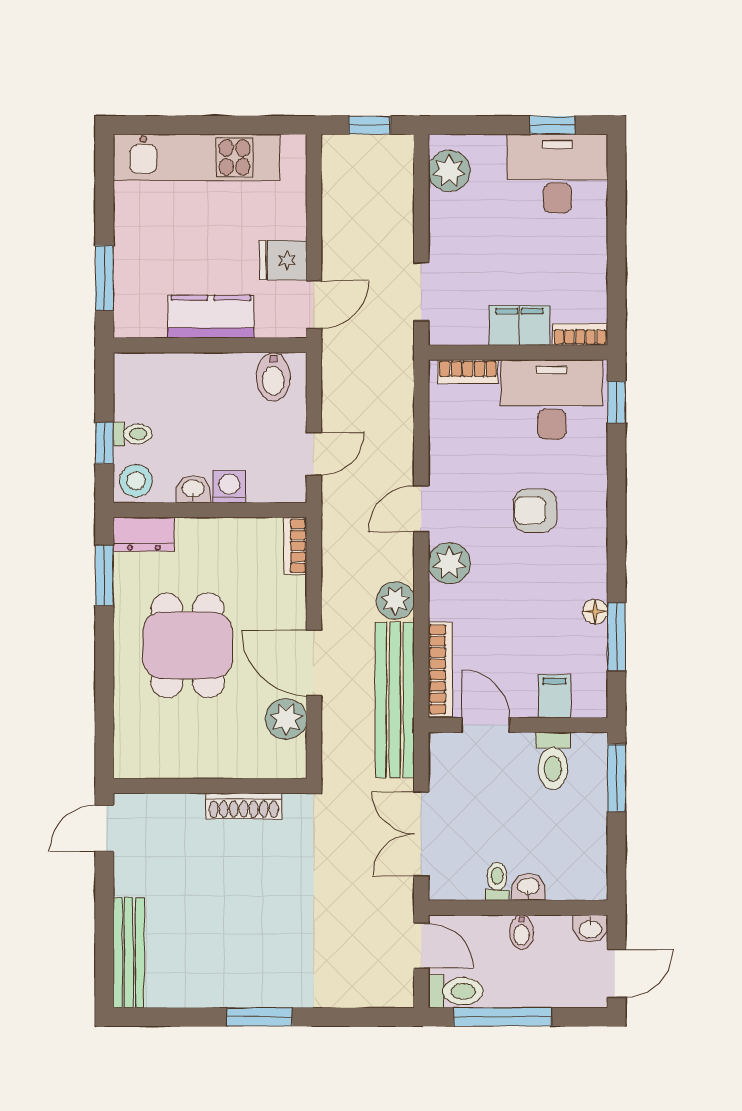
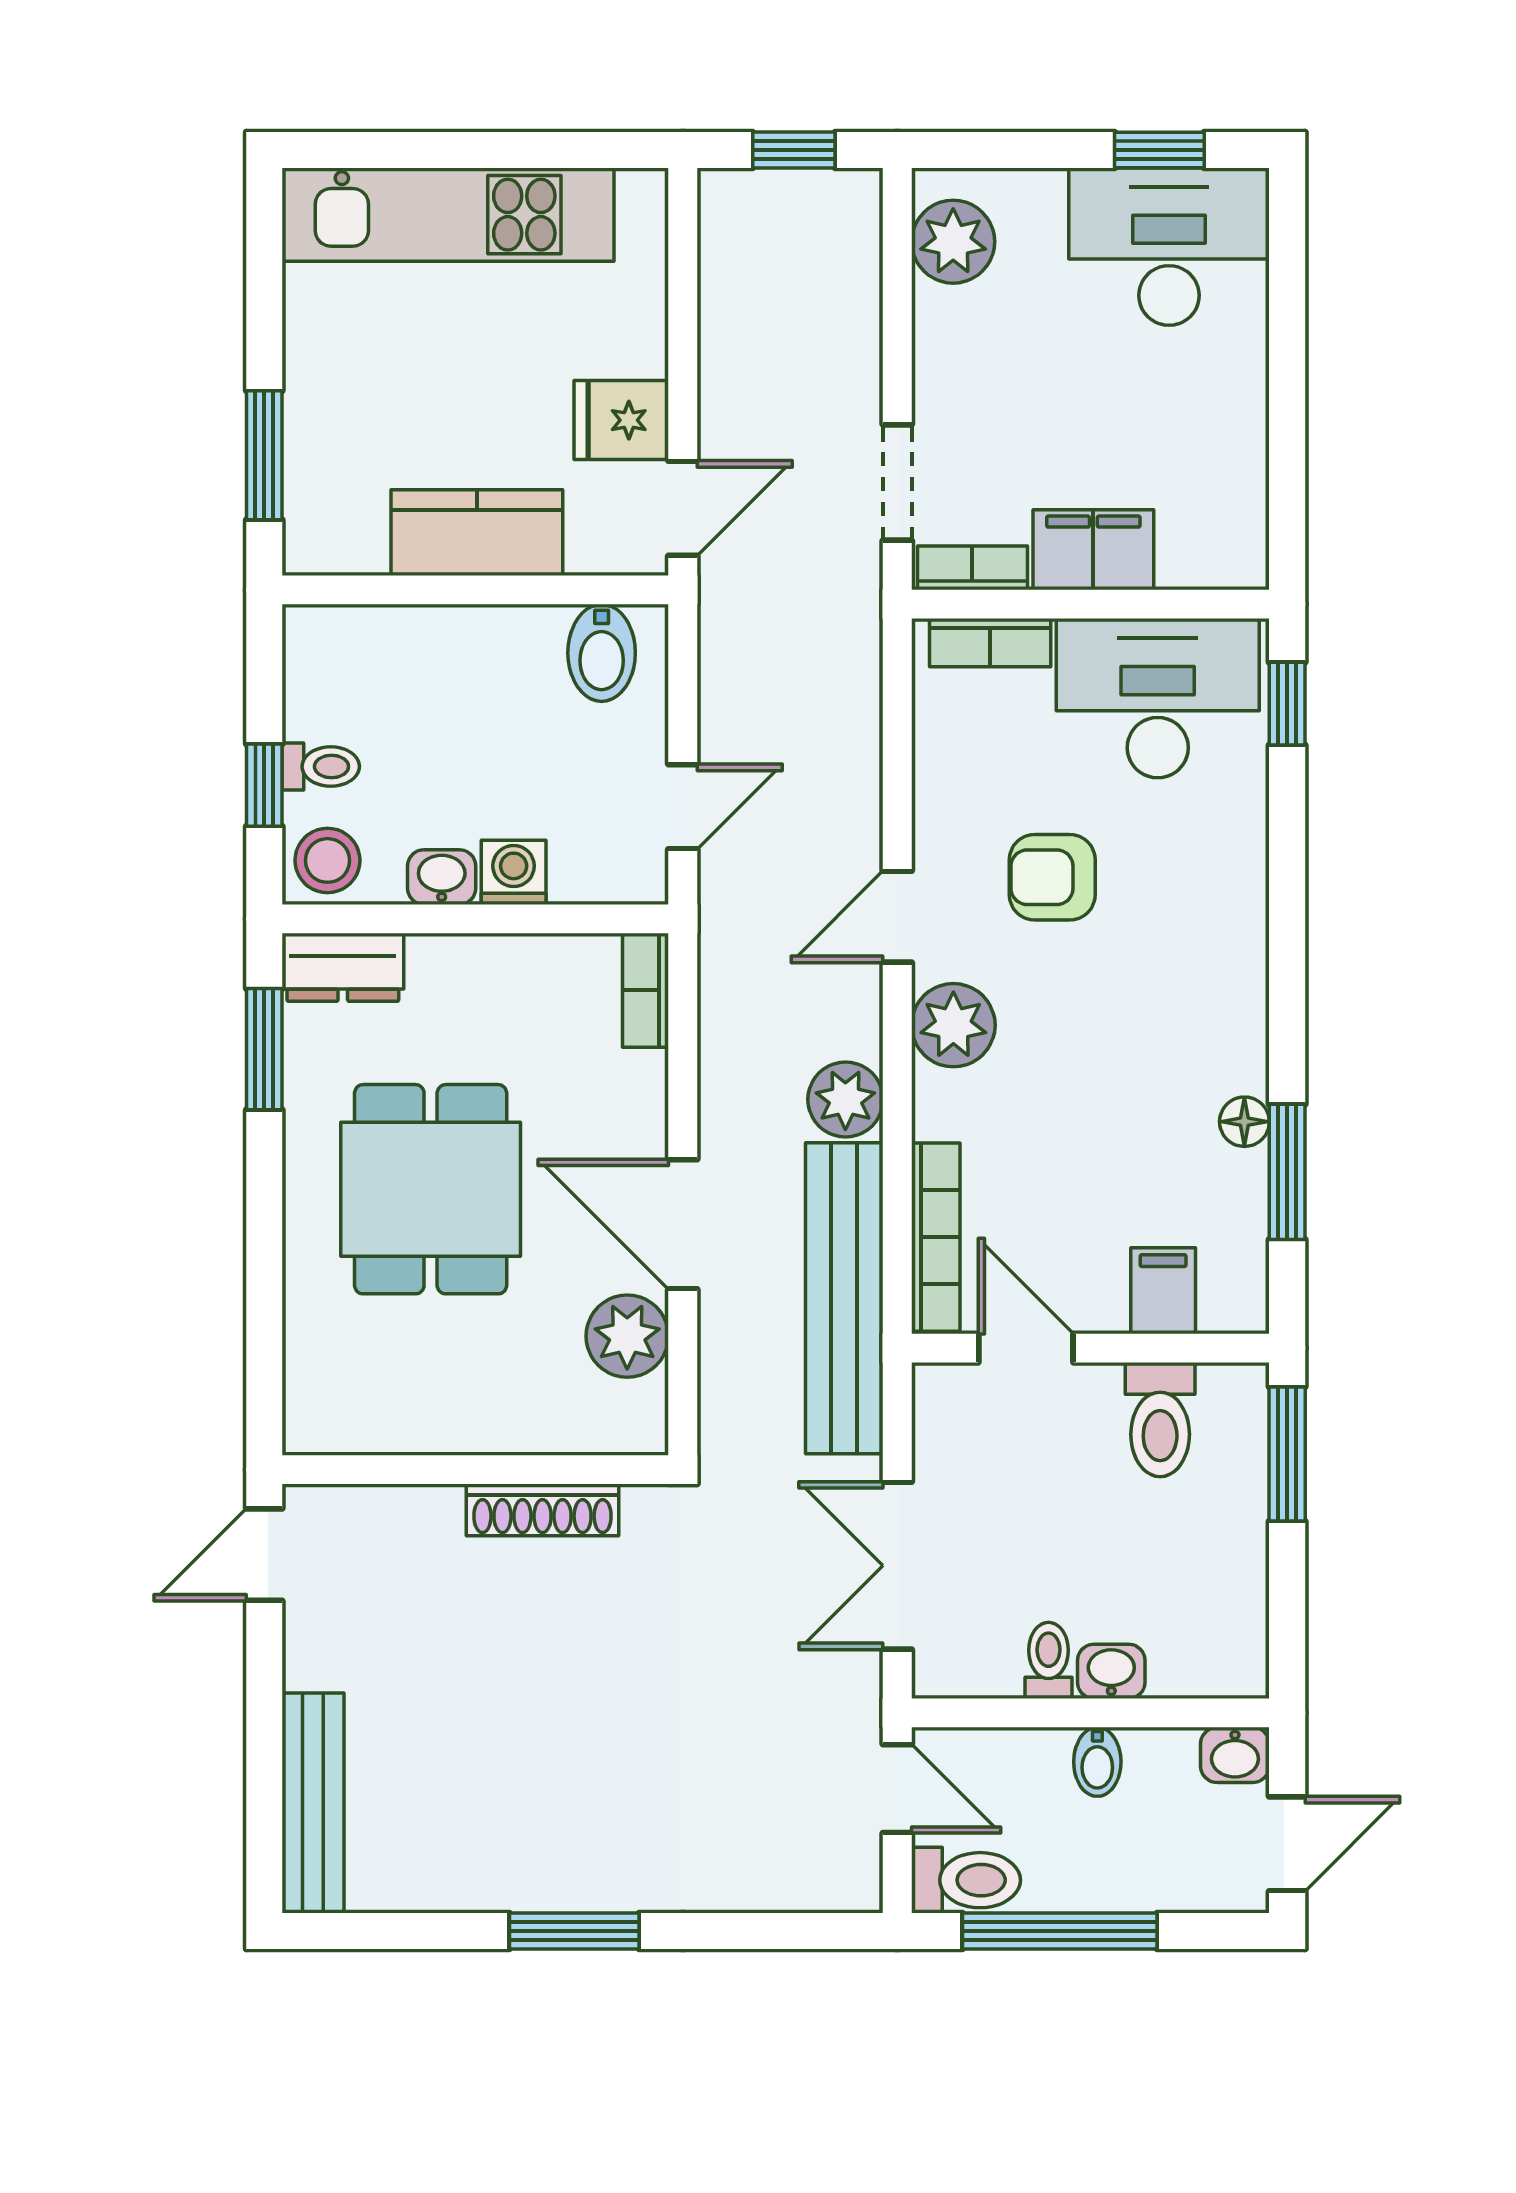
bookcase: (580, 334) -> (972, 568), moved
armchair: (535, 510) -> (1052, 877), moved

